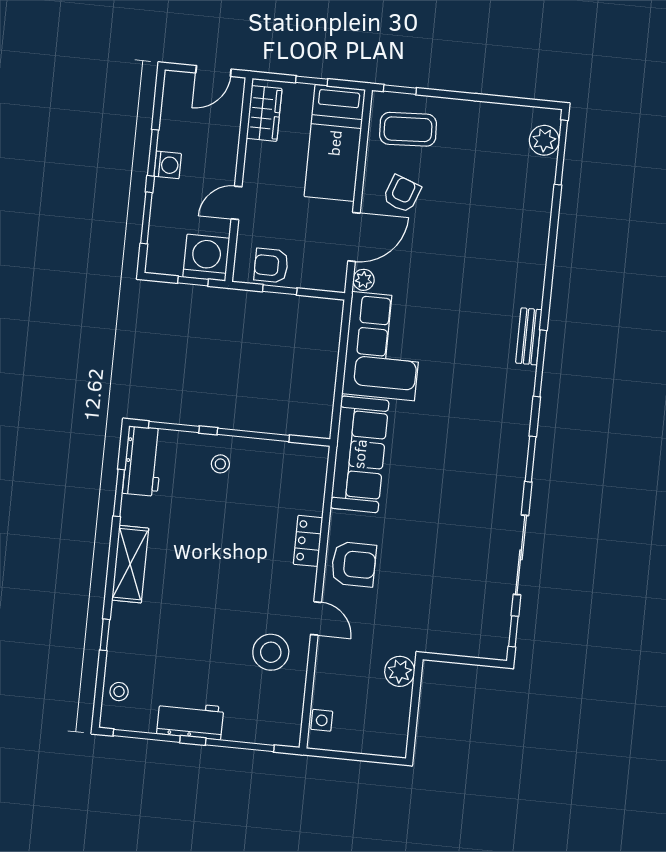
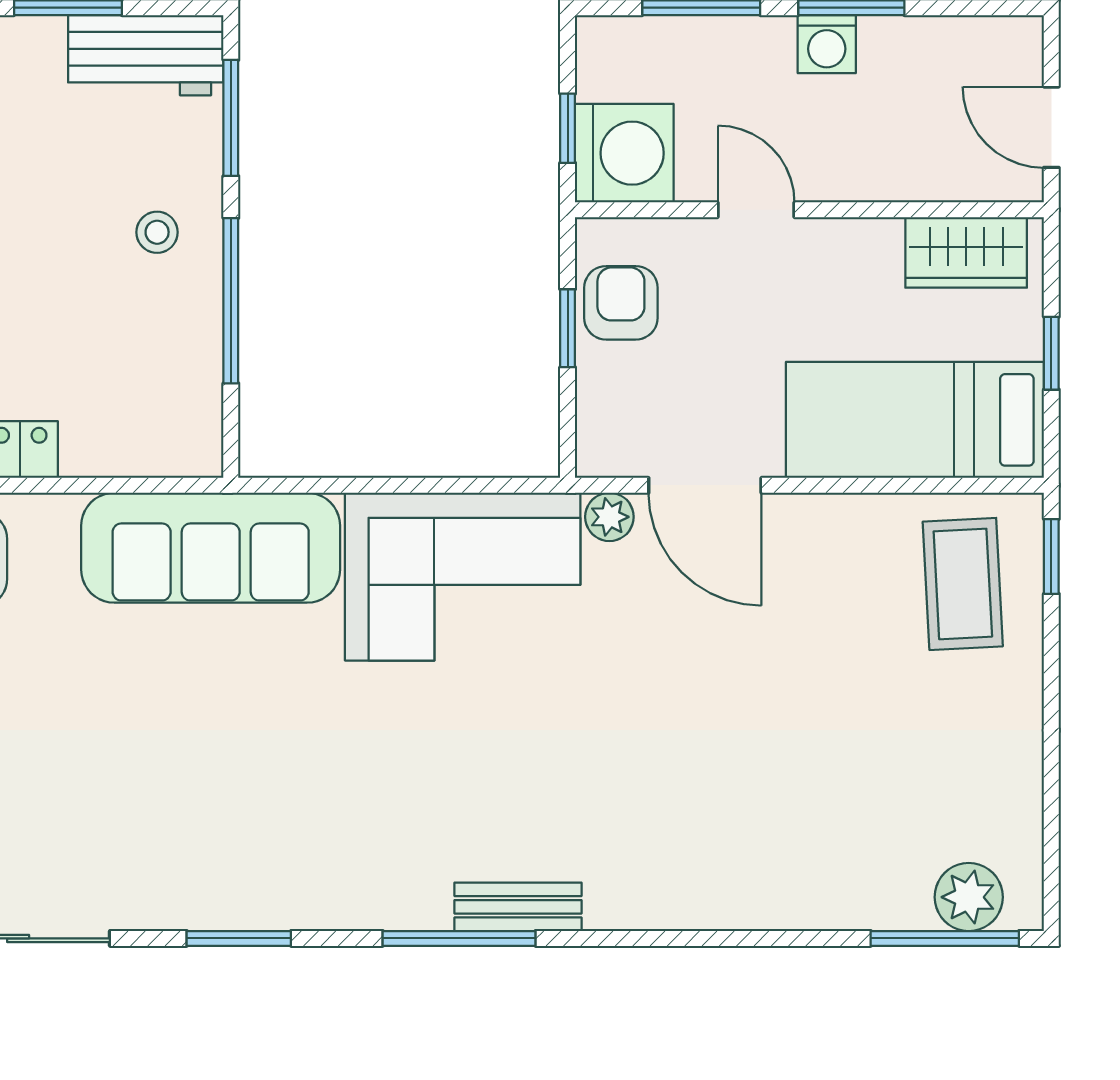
armchair: (402, 194) -> (814, 585), removed

